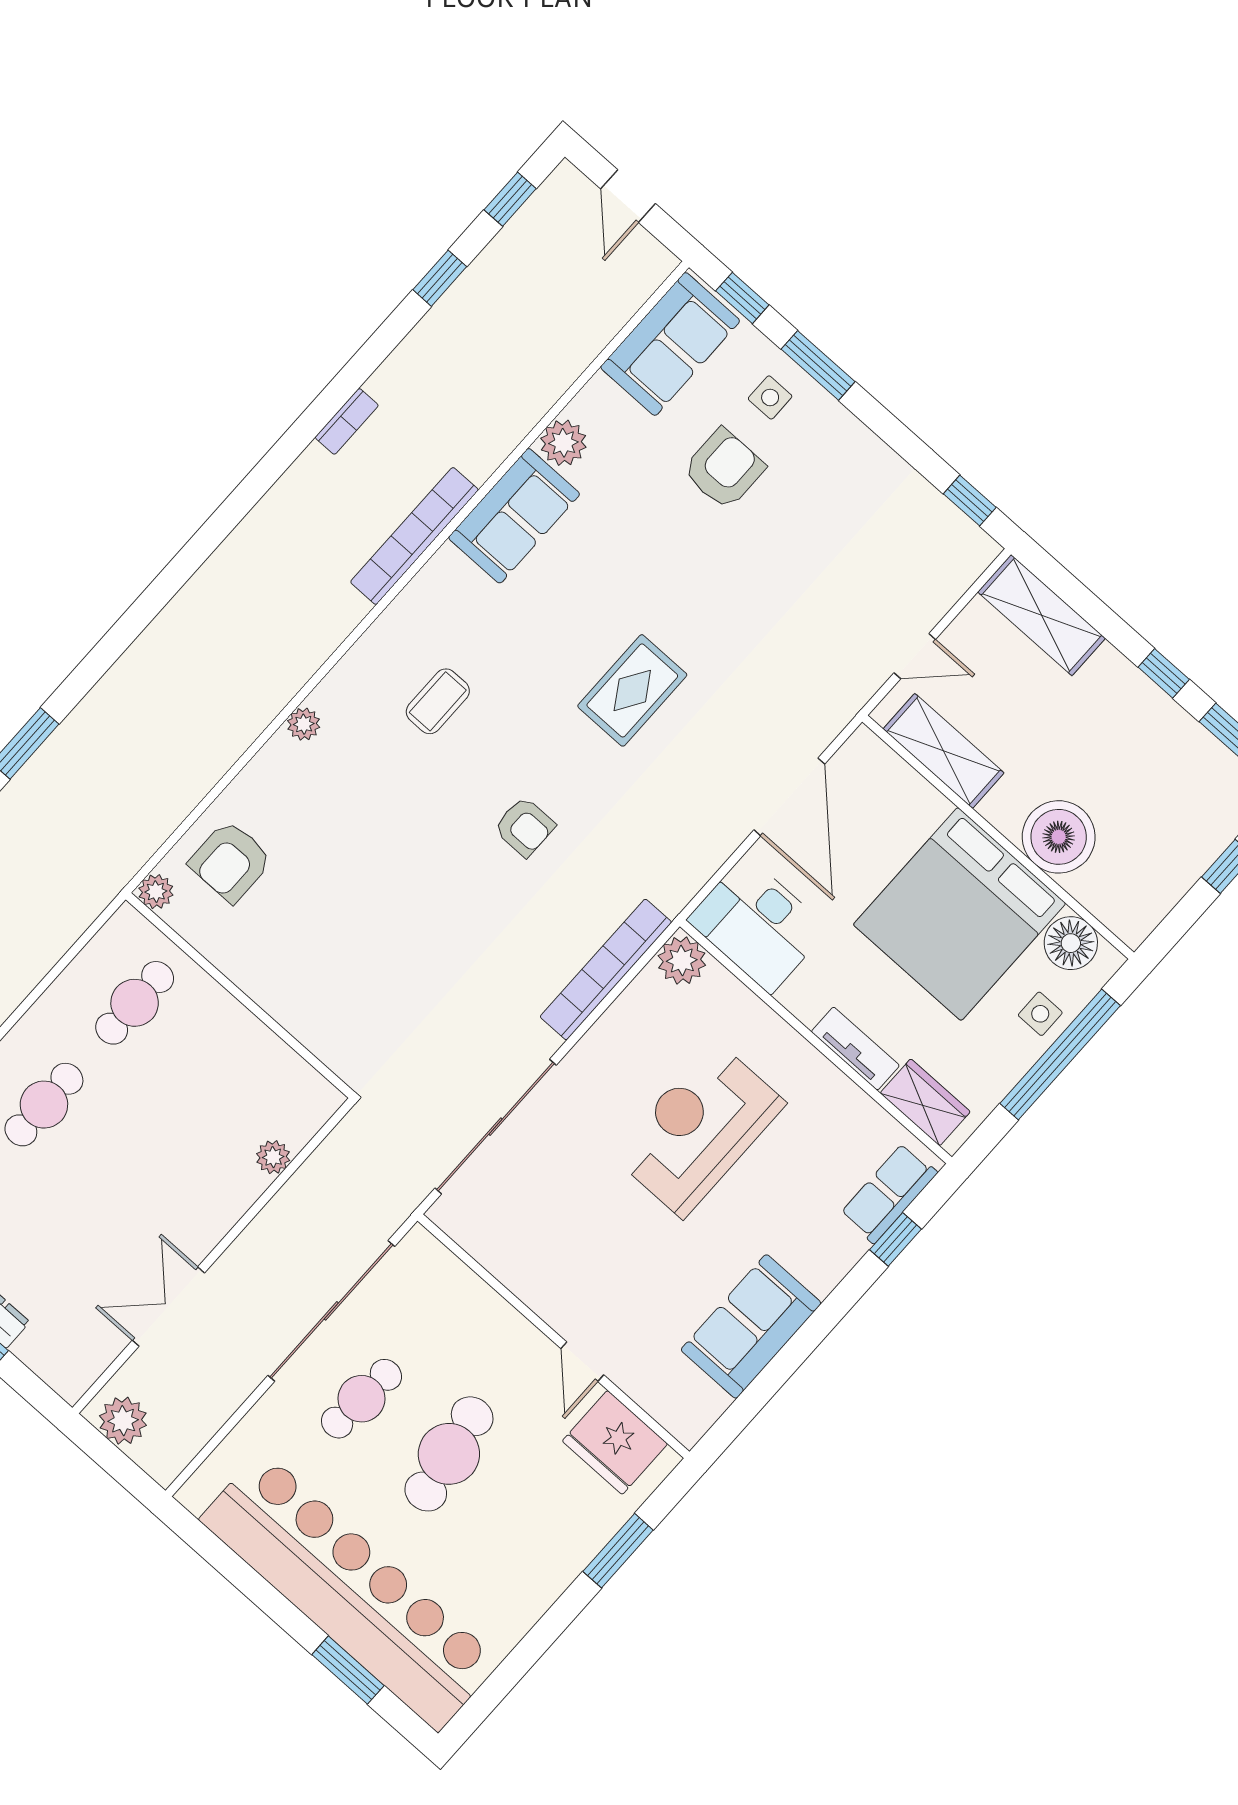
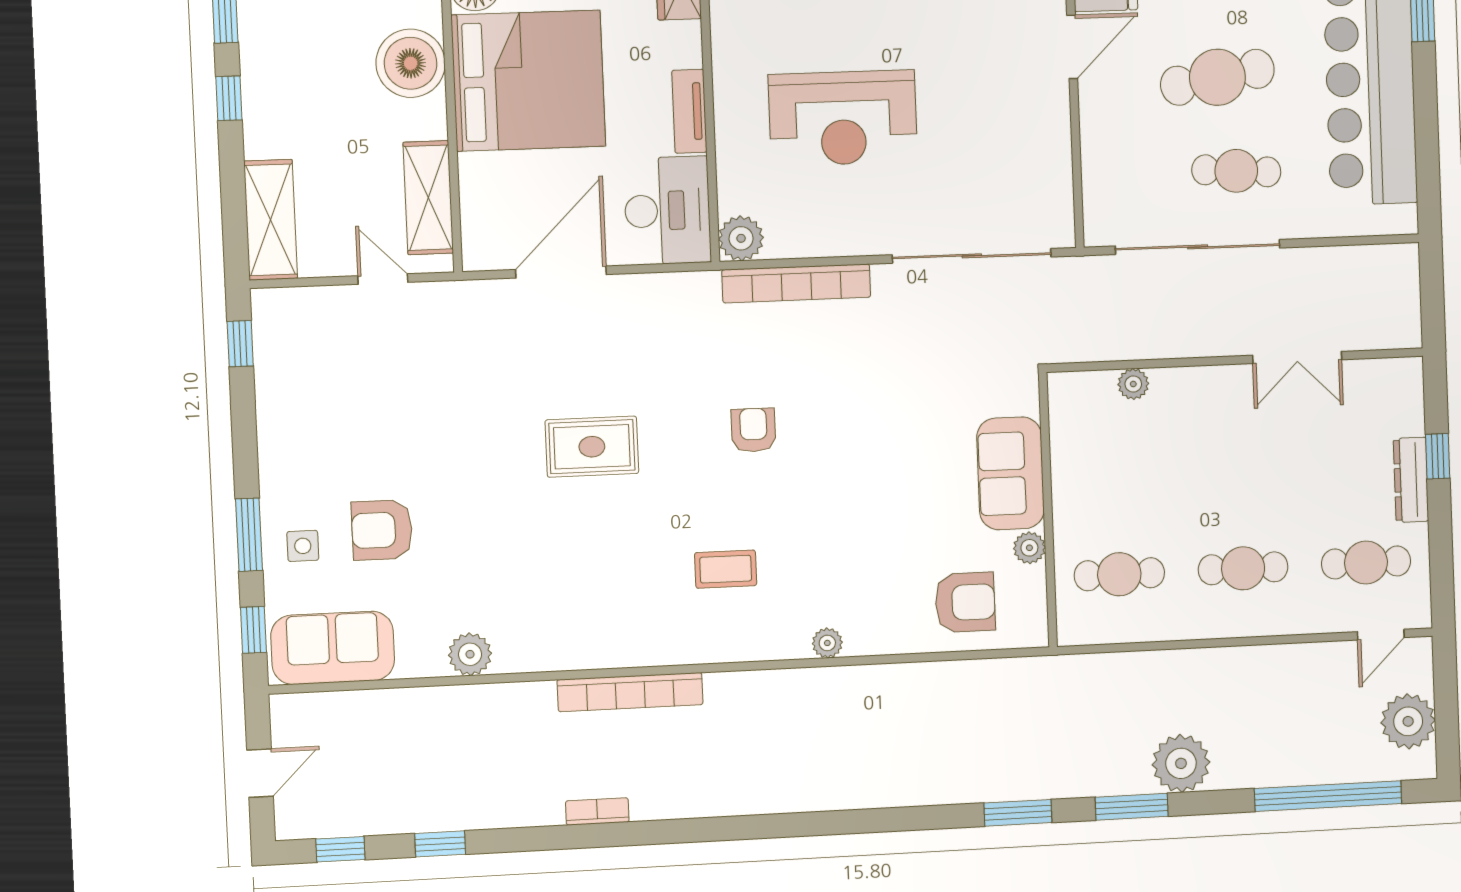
sofa: (514, 516) -> (1010, 473), moved, turned -90
plant: (156, 892) -> (1029, 548), moved
tv unit: (855, 1049) -> (689, 111), moved
door: (582, 1362) -> (1072, 47), width x1.38
plant: (123, 1421) -> (1400, 315), removed

